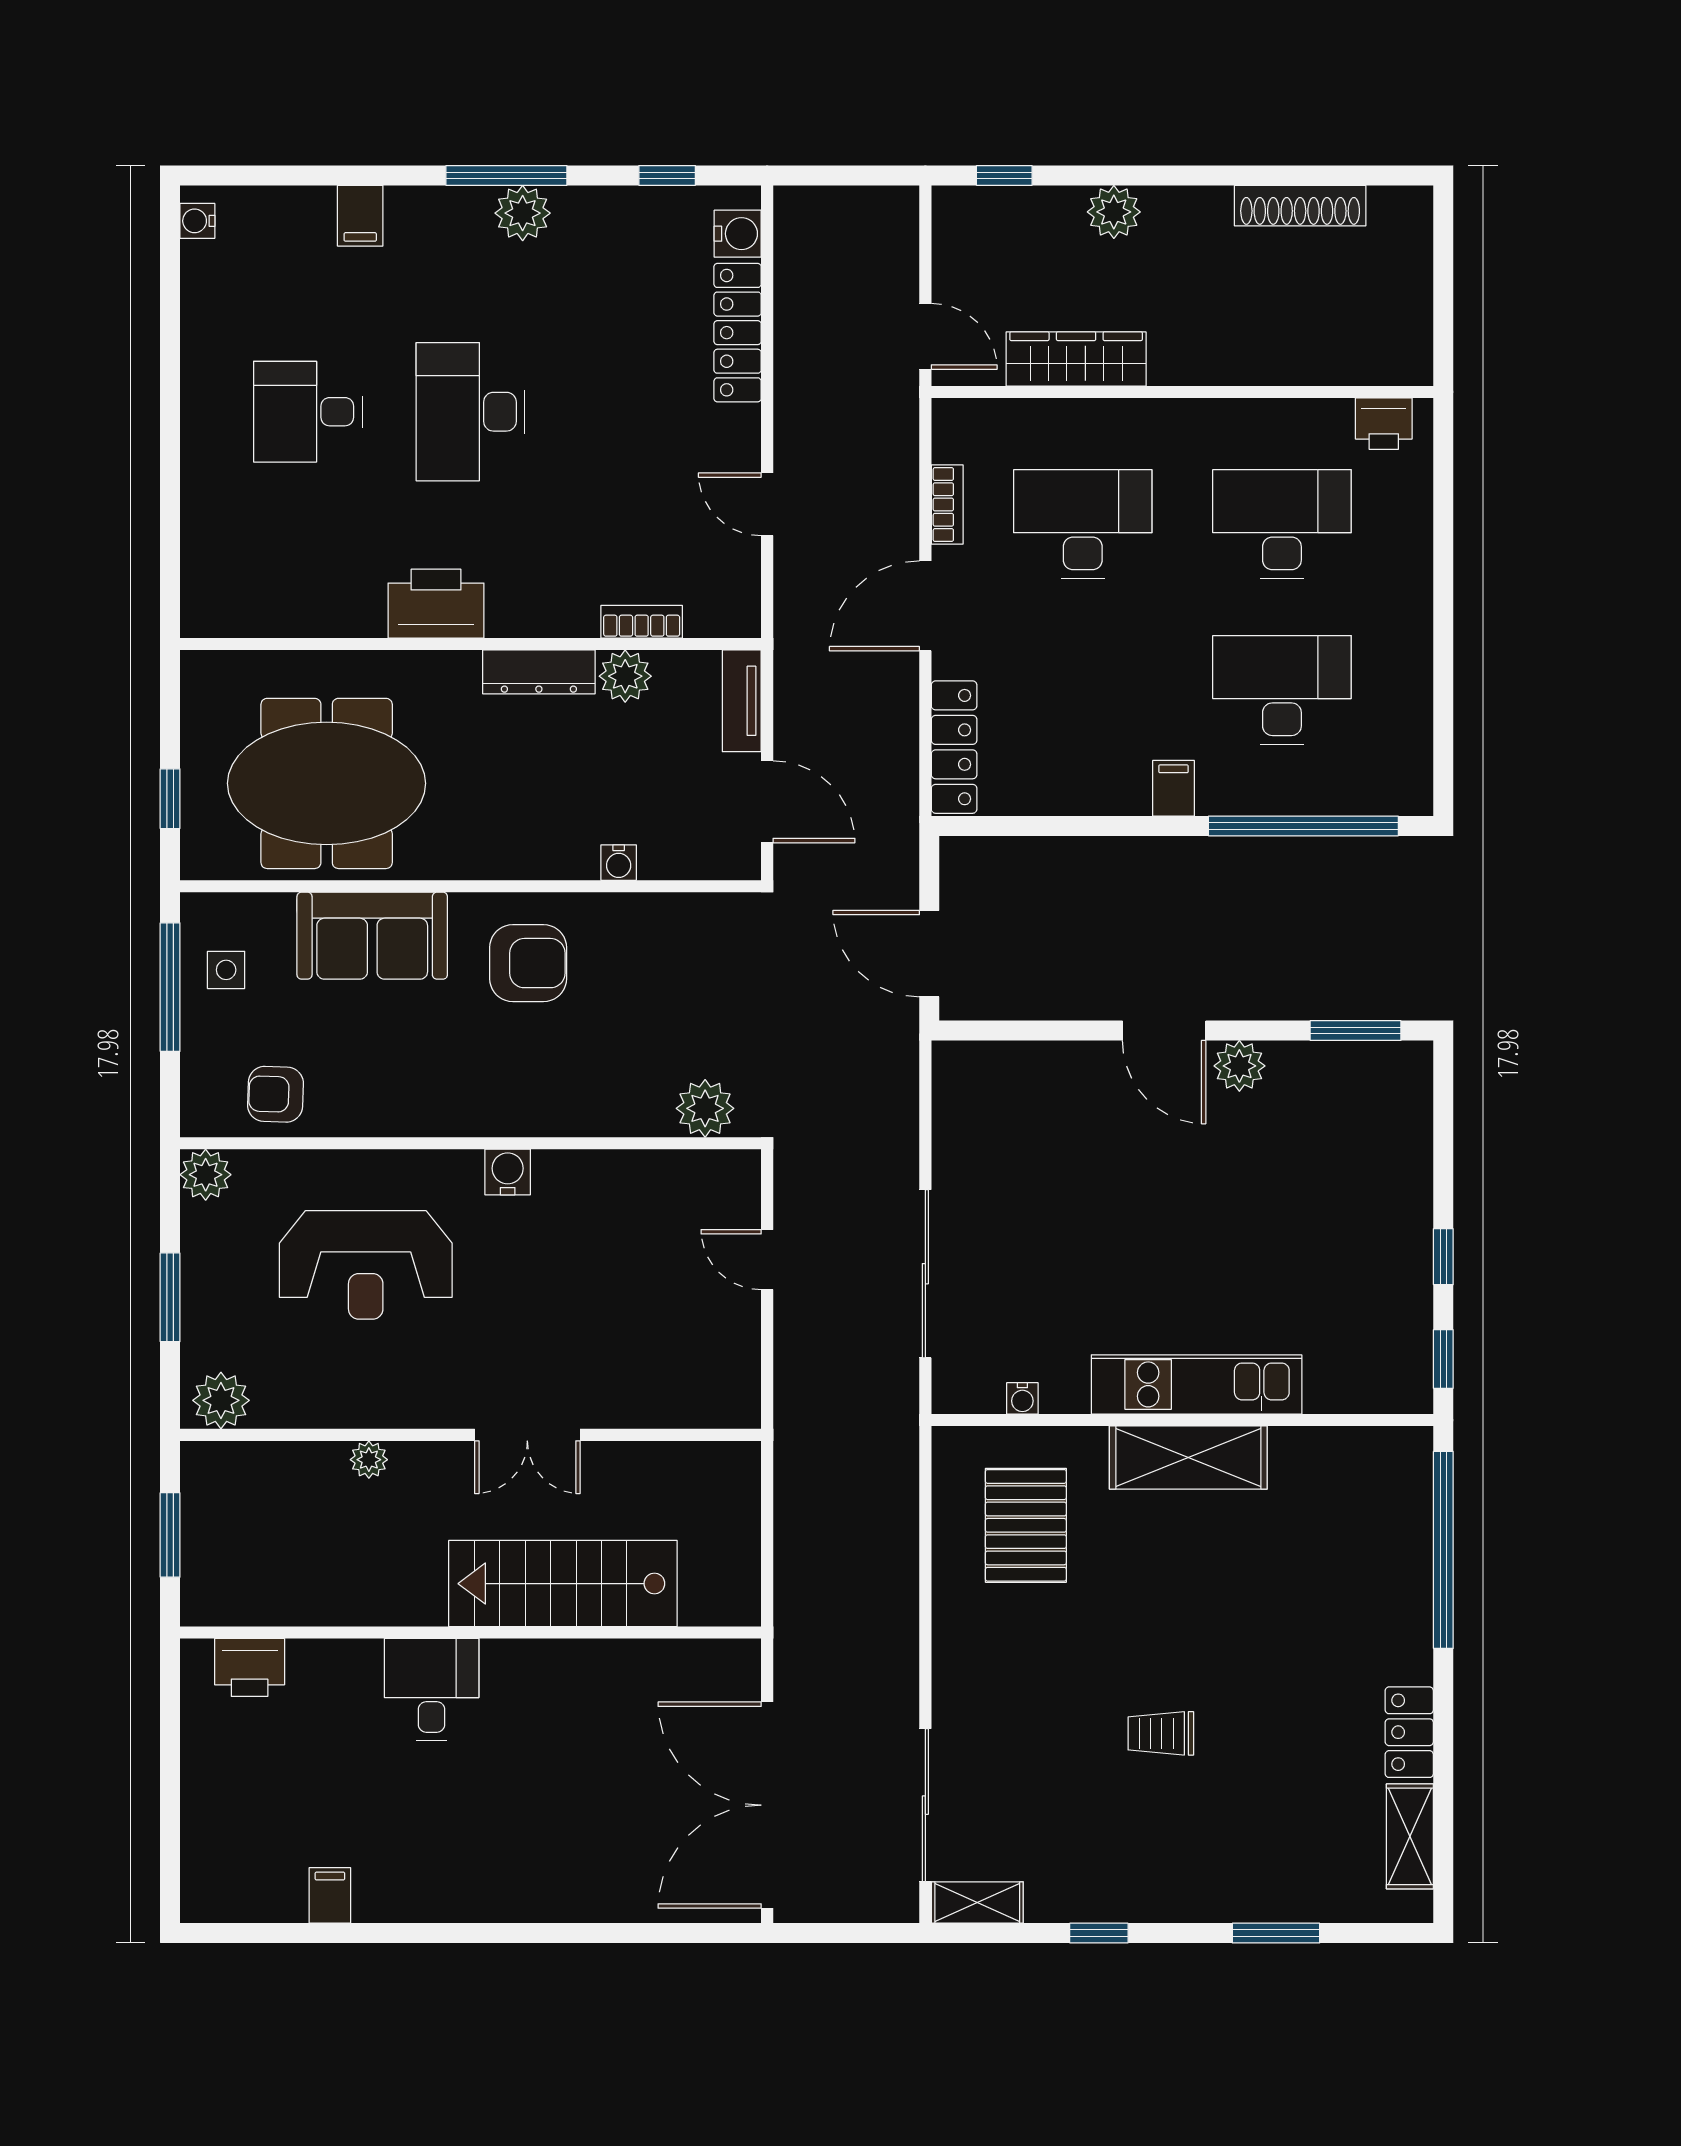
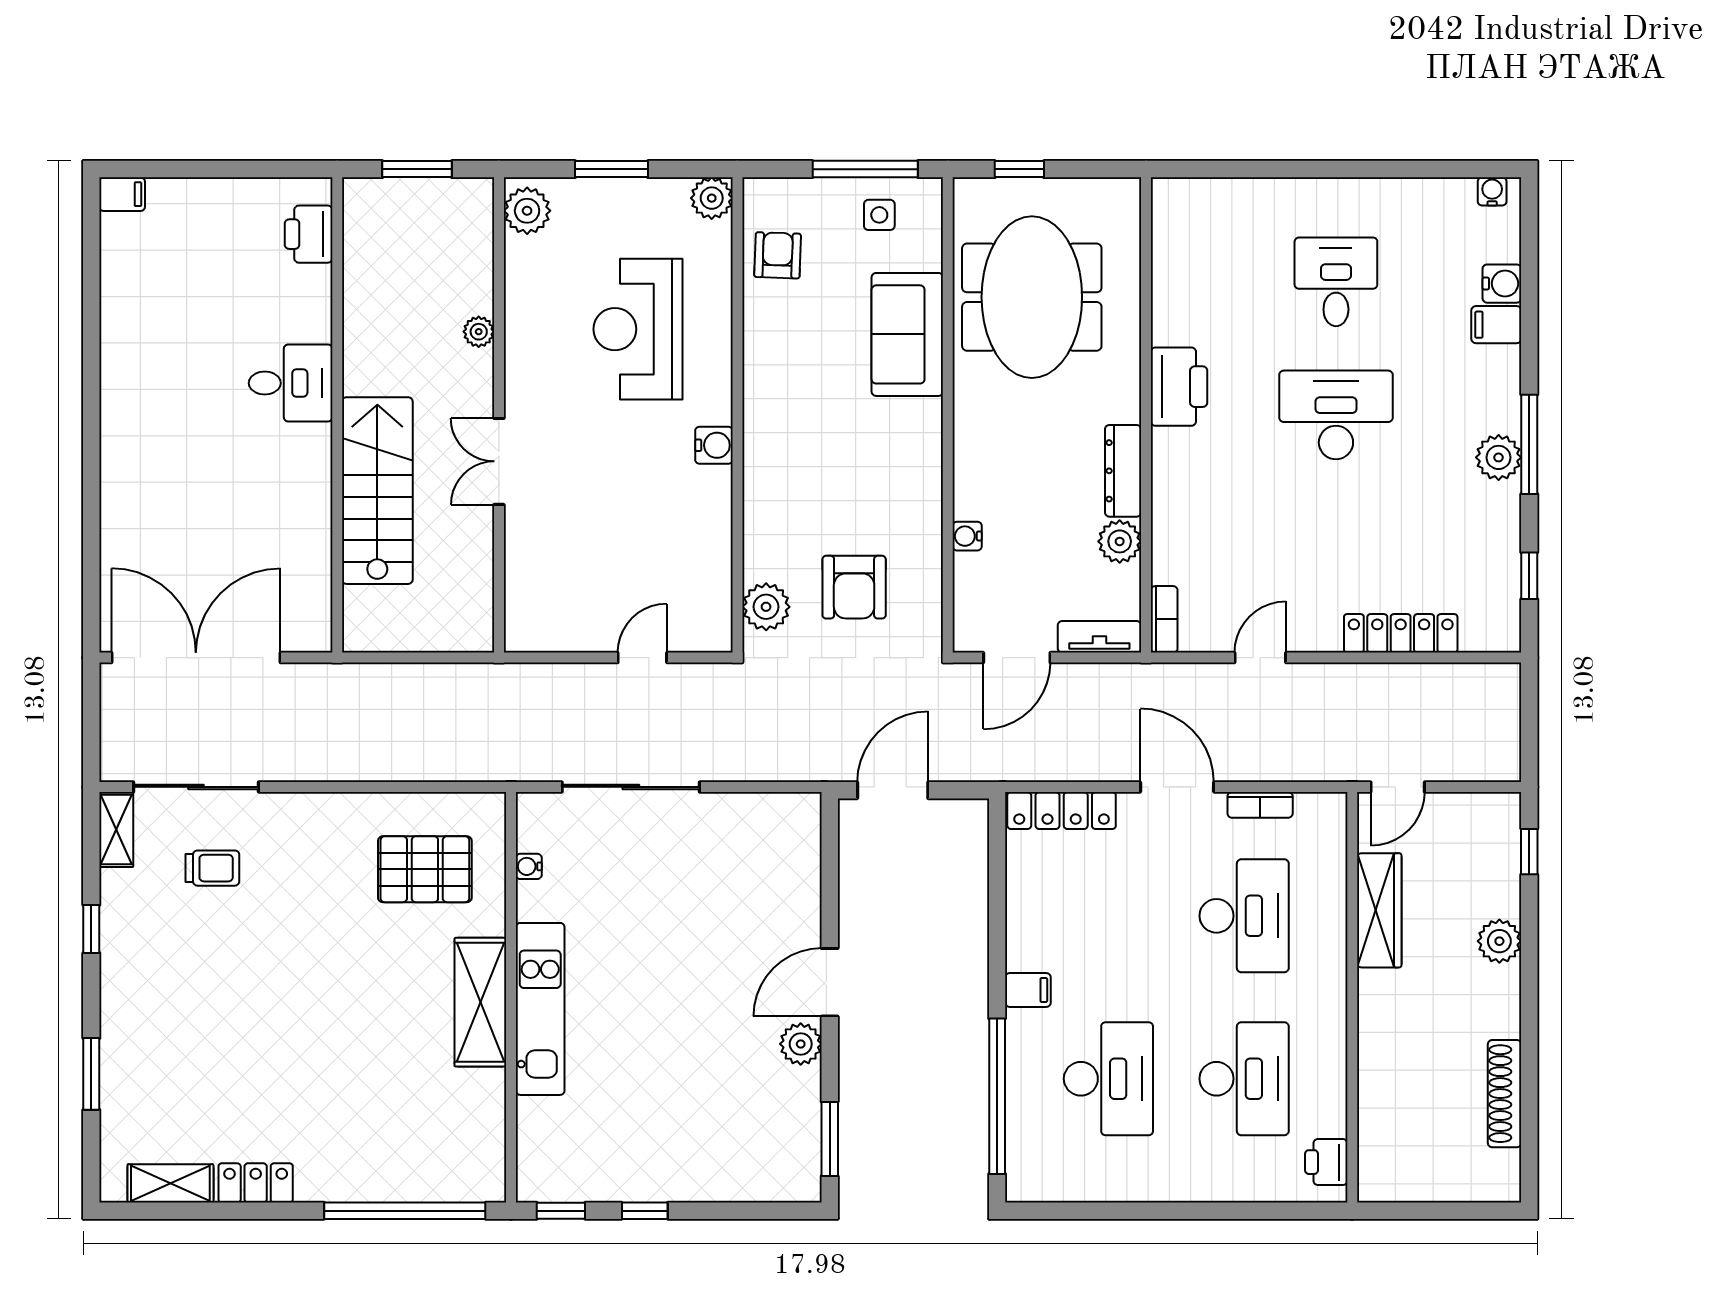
water cooler: (738, 234) -> (1502, 284), moved, turned -90
bookcase: (642, 622) -> (1164, 619), moved
armchair: (528, 963) -> (854, 587), moved
trolley: (1161, 1733) -> (212, 868), moved, turned 90
filing cabinet: (330, 1895) -> (122, 194), moved

